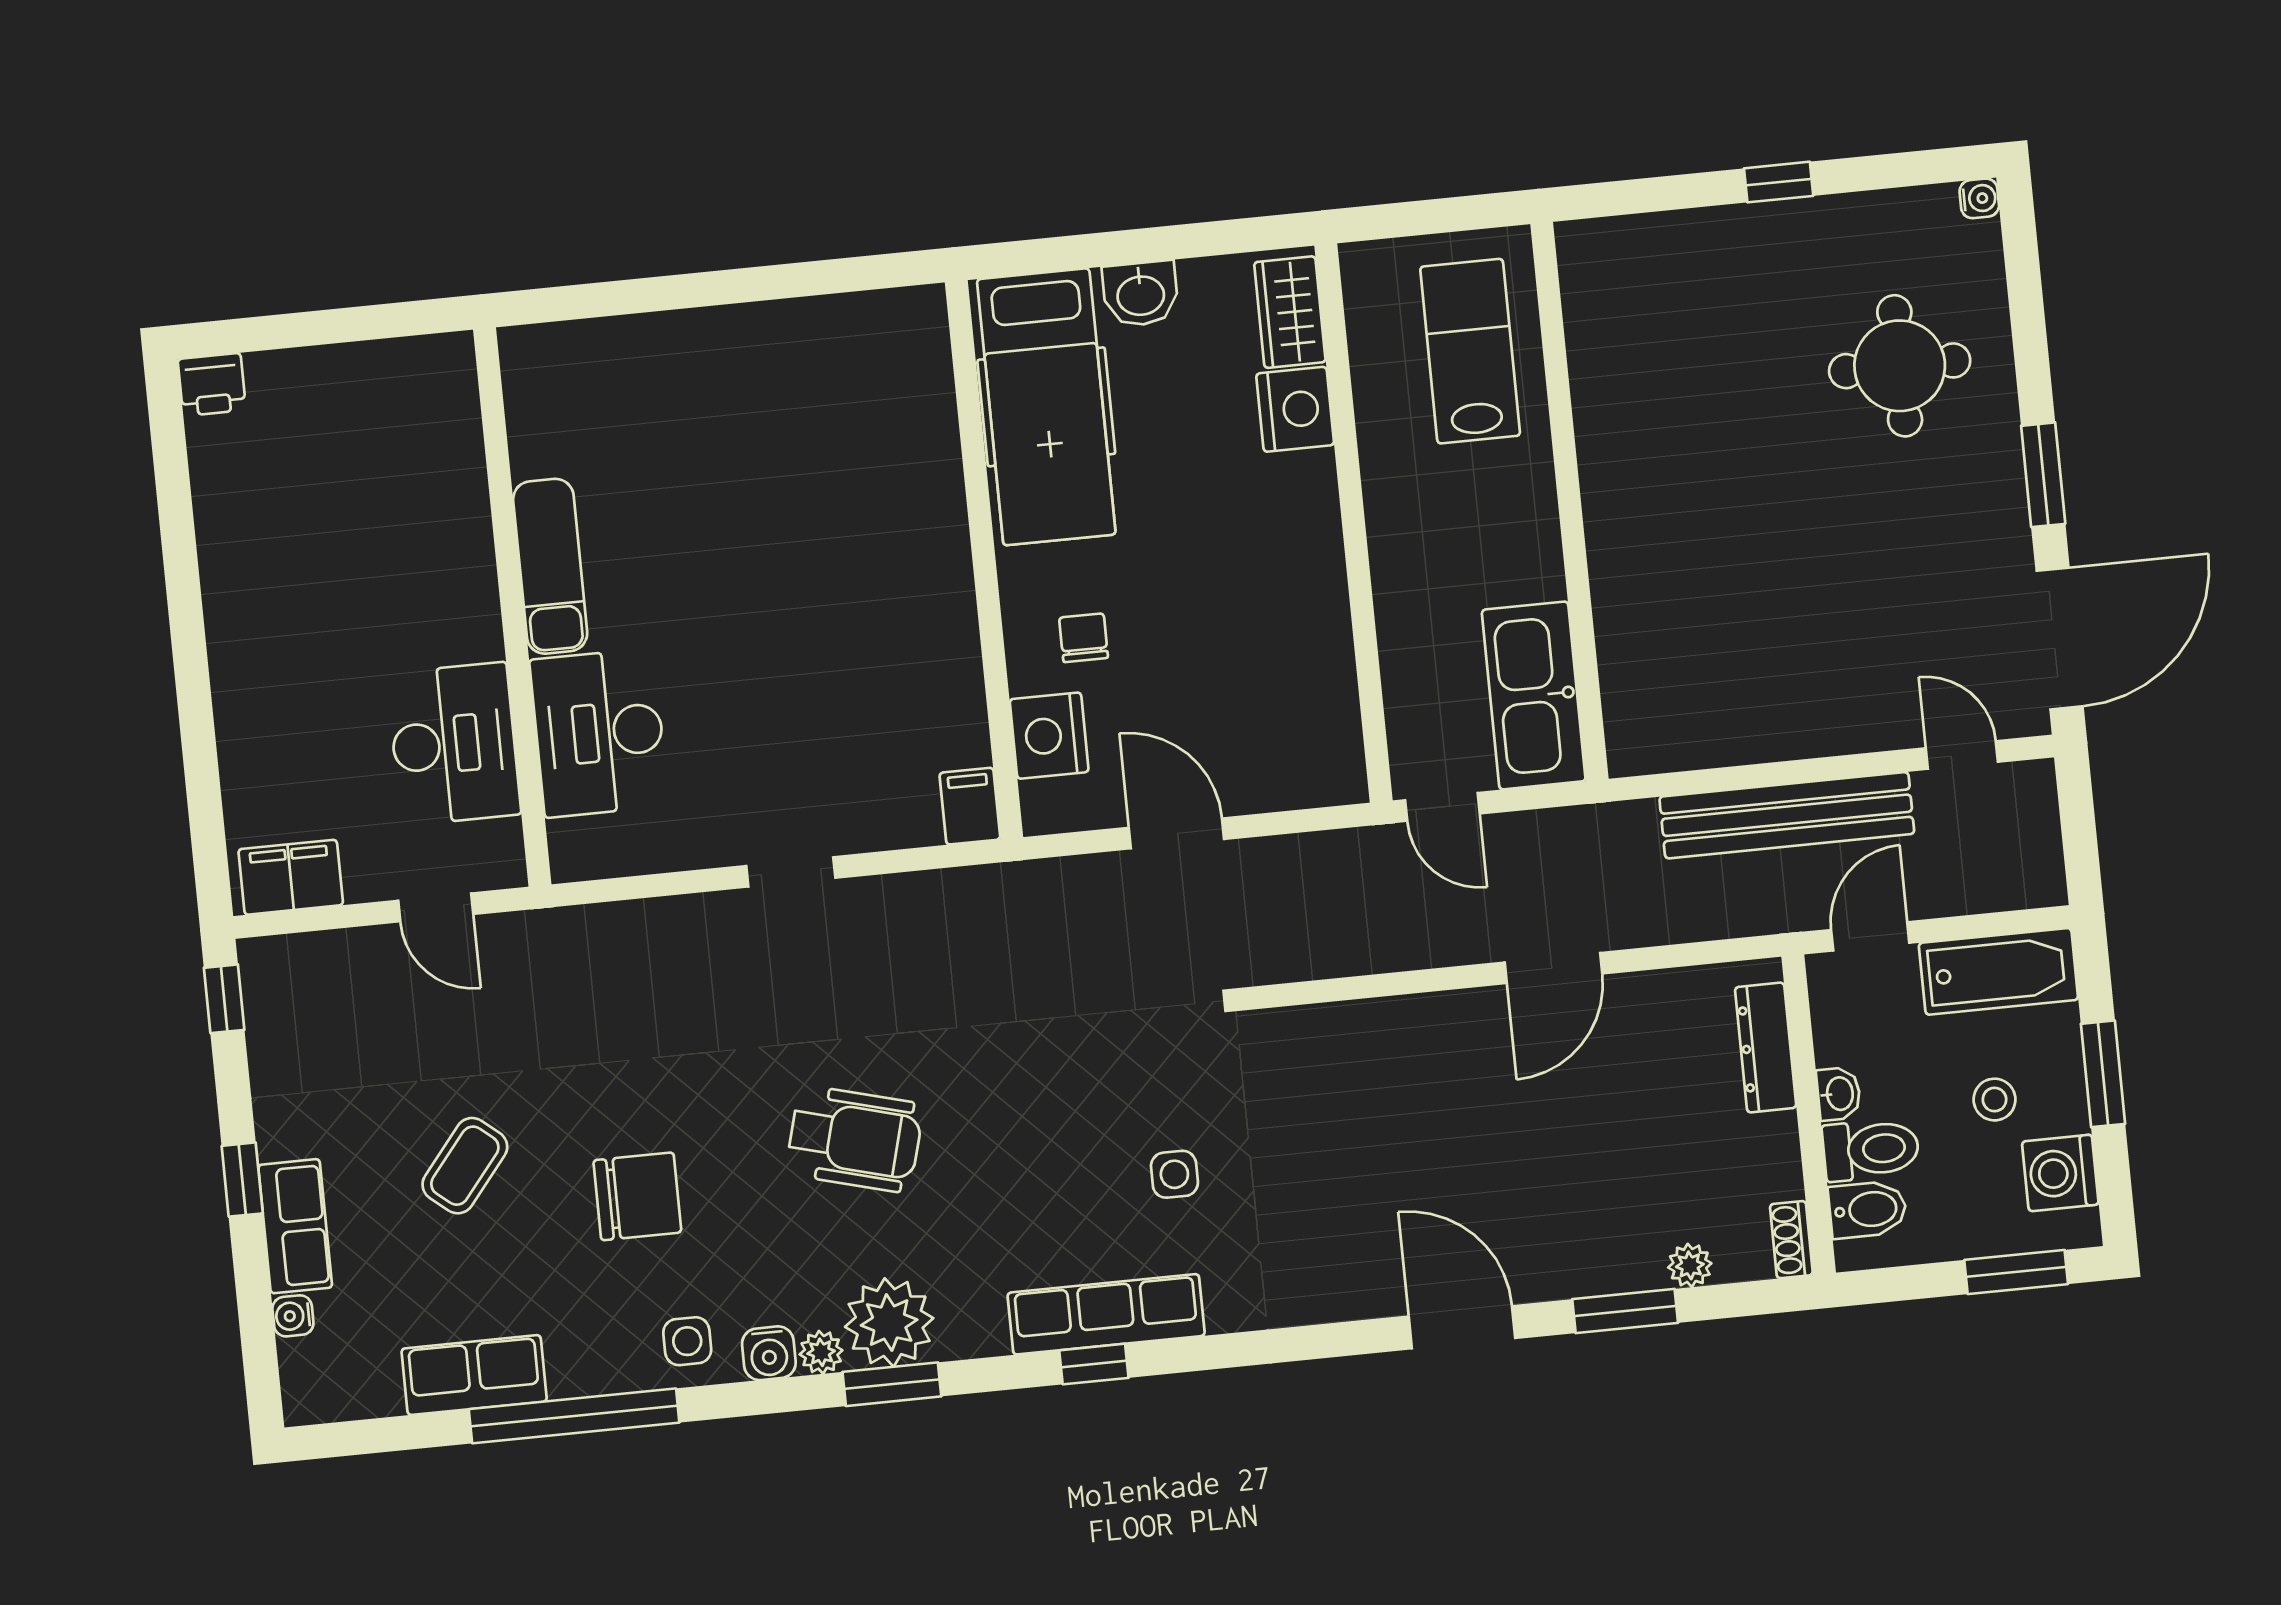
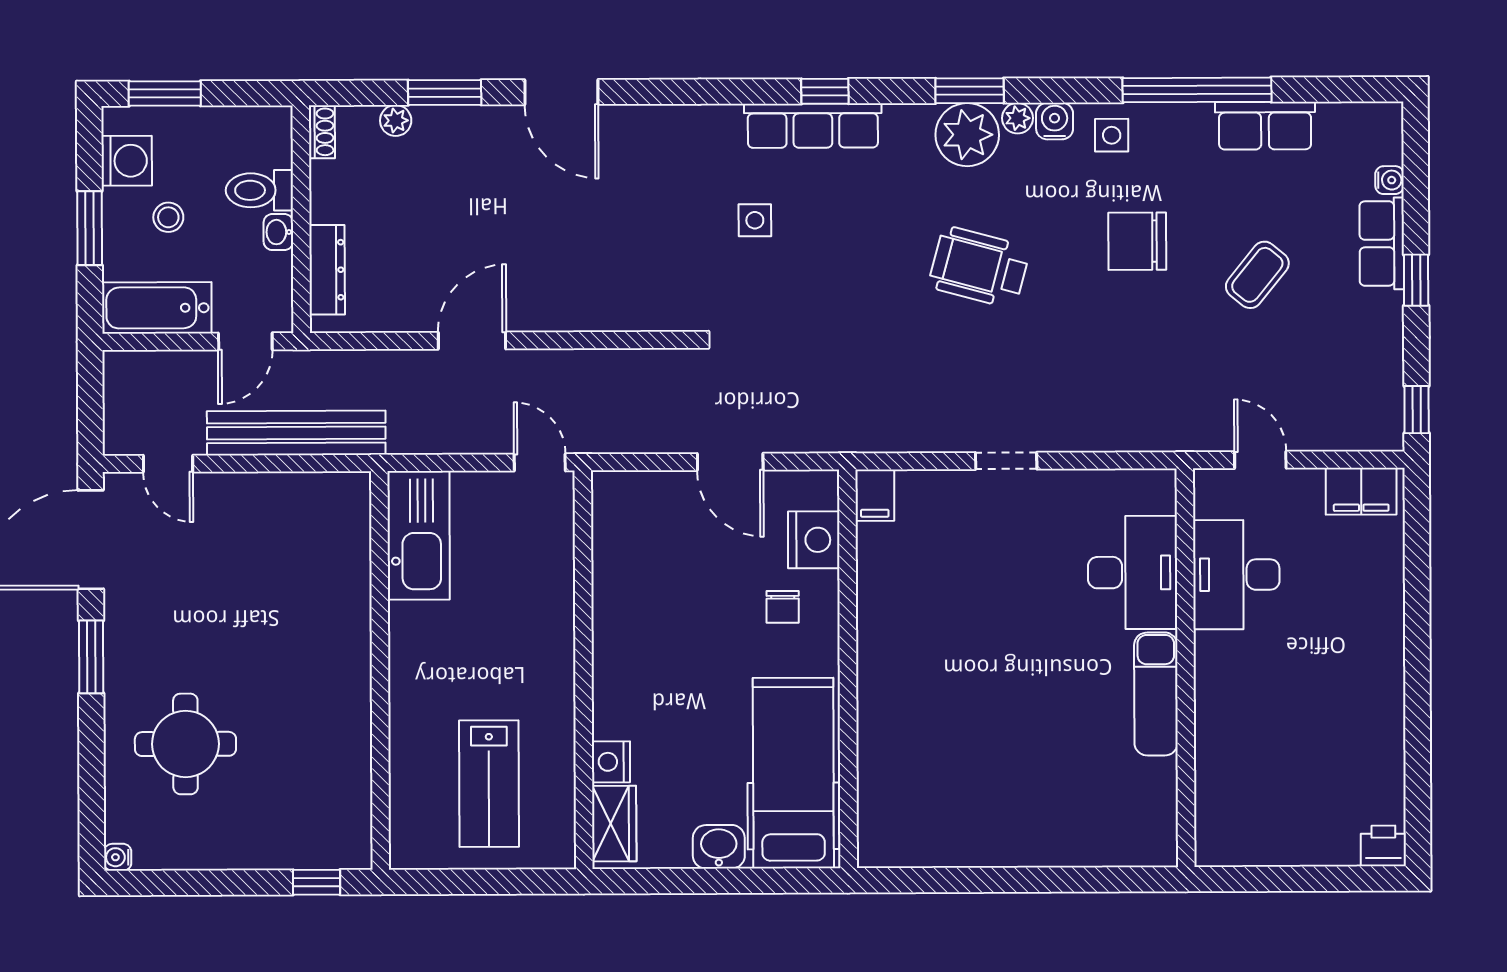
window: (1779, 182) -> (317, 882), moved
nightstand: (1295, 409) -> (611, 762), width x0.74, depth x0.75
wall: (1569, 501) -> (380, 671), moved
kitchen sink: (1534, 695) -> (419, 535), moved
bidet: (1868, 1209) -> (266, 148), removed

